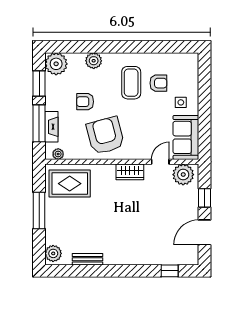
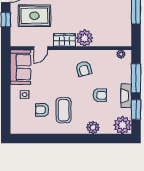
fireplace: (51, 127) -> (126, 96), moved
armchair: (105, 136) -> (84, 69), width x0.53, depth x0.53
plant: (183, 175) -> (85, 38), moved
rug: (70, 184) -> (34, 16), moved

